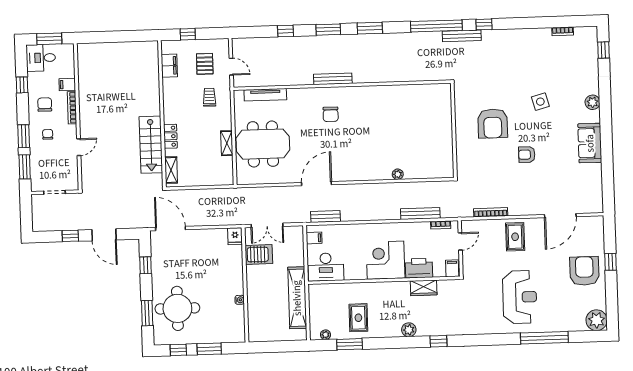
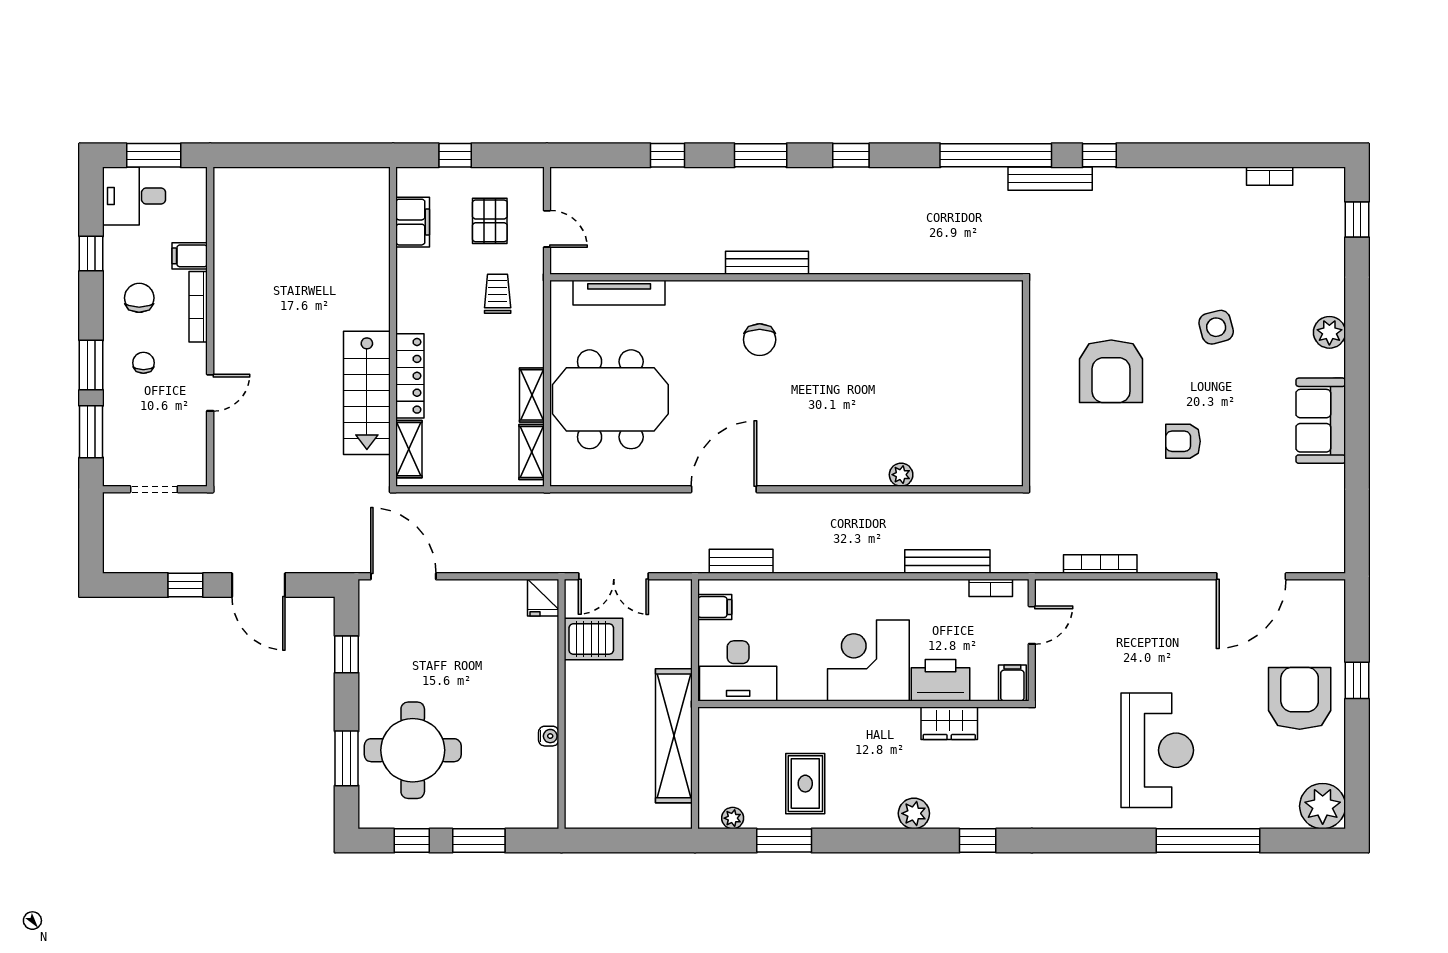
window: (370, 28) -> (851, 155), width x0.67
locker: (170, 136) -> (410, 376), width x1.53
shelving: (228, 169) -> (532, 452), added
rug: (515, 237) -> (1152, 619), removed

